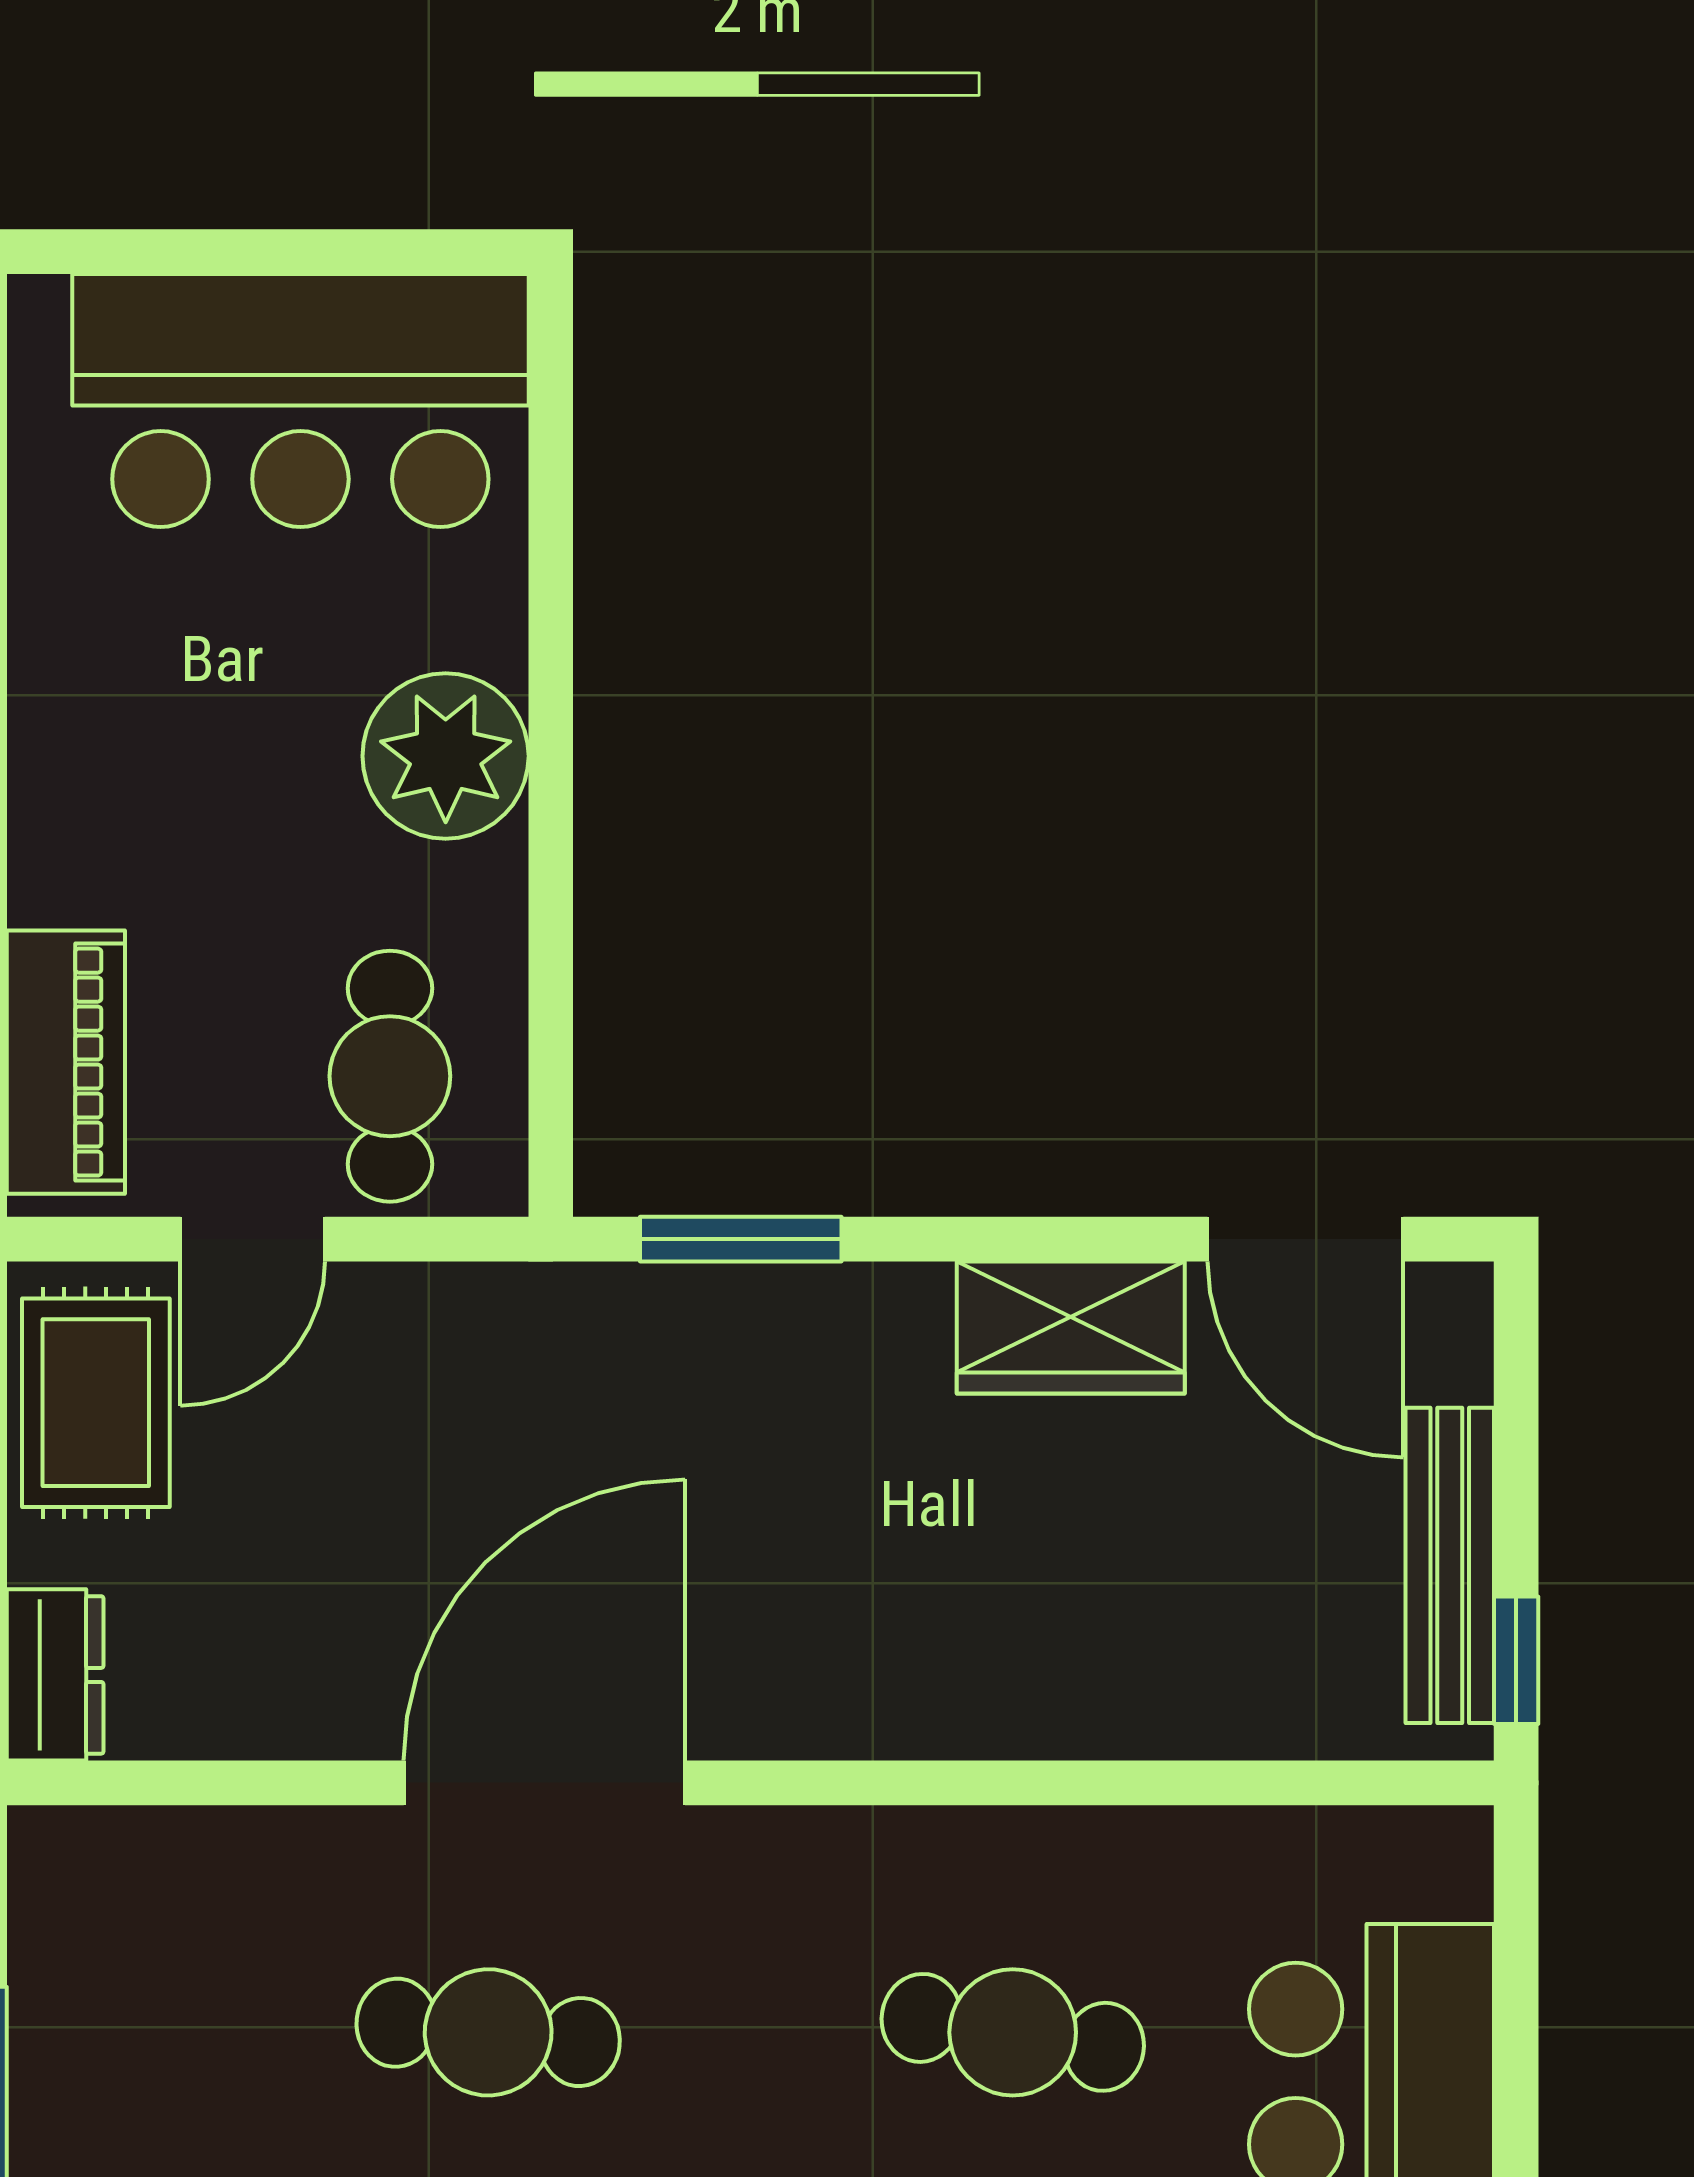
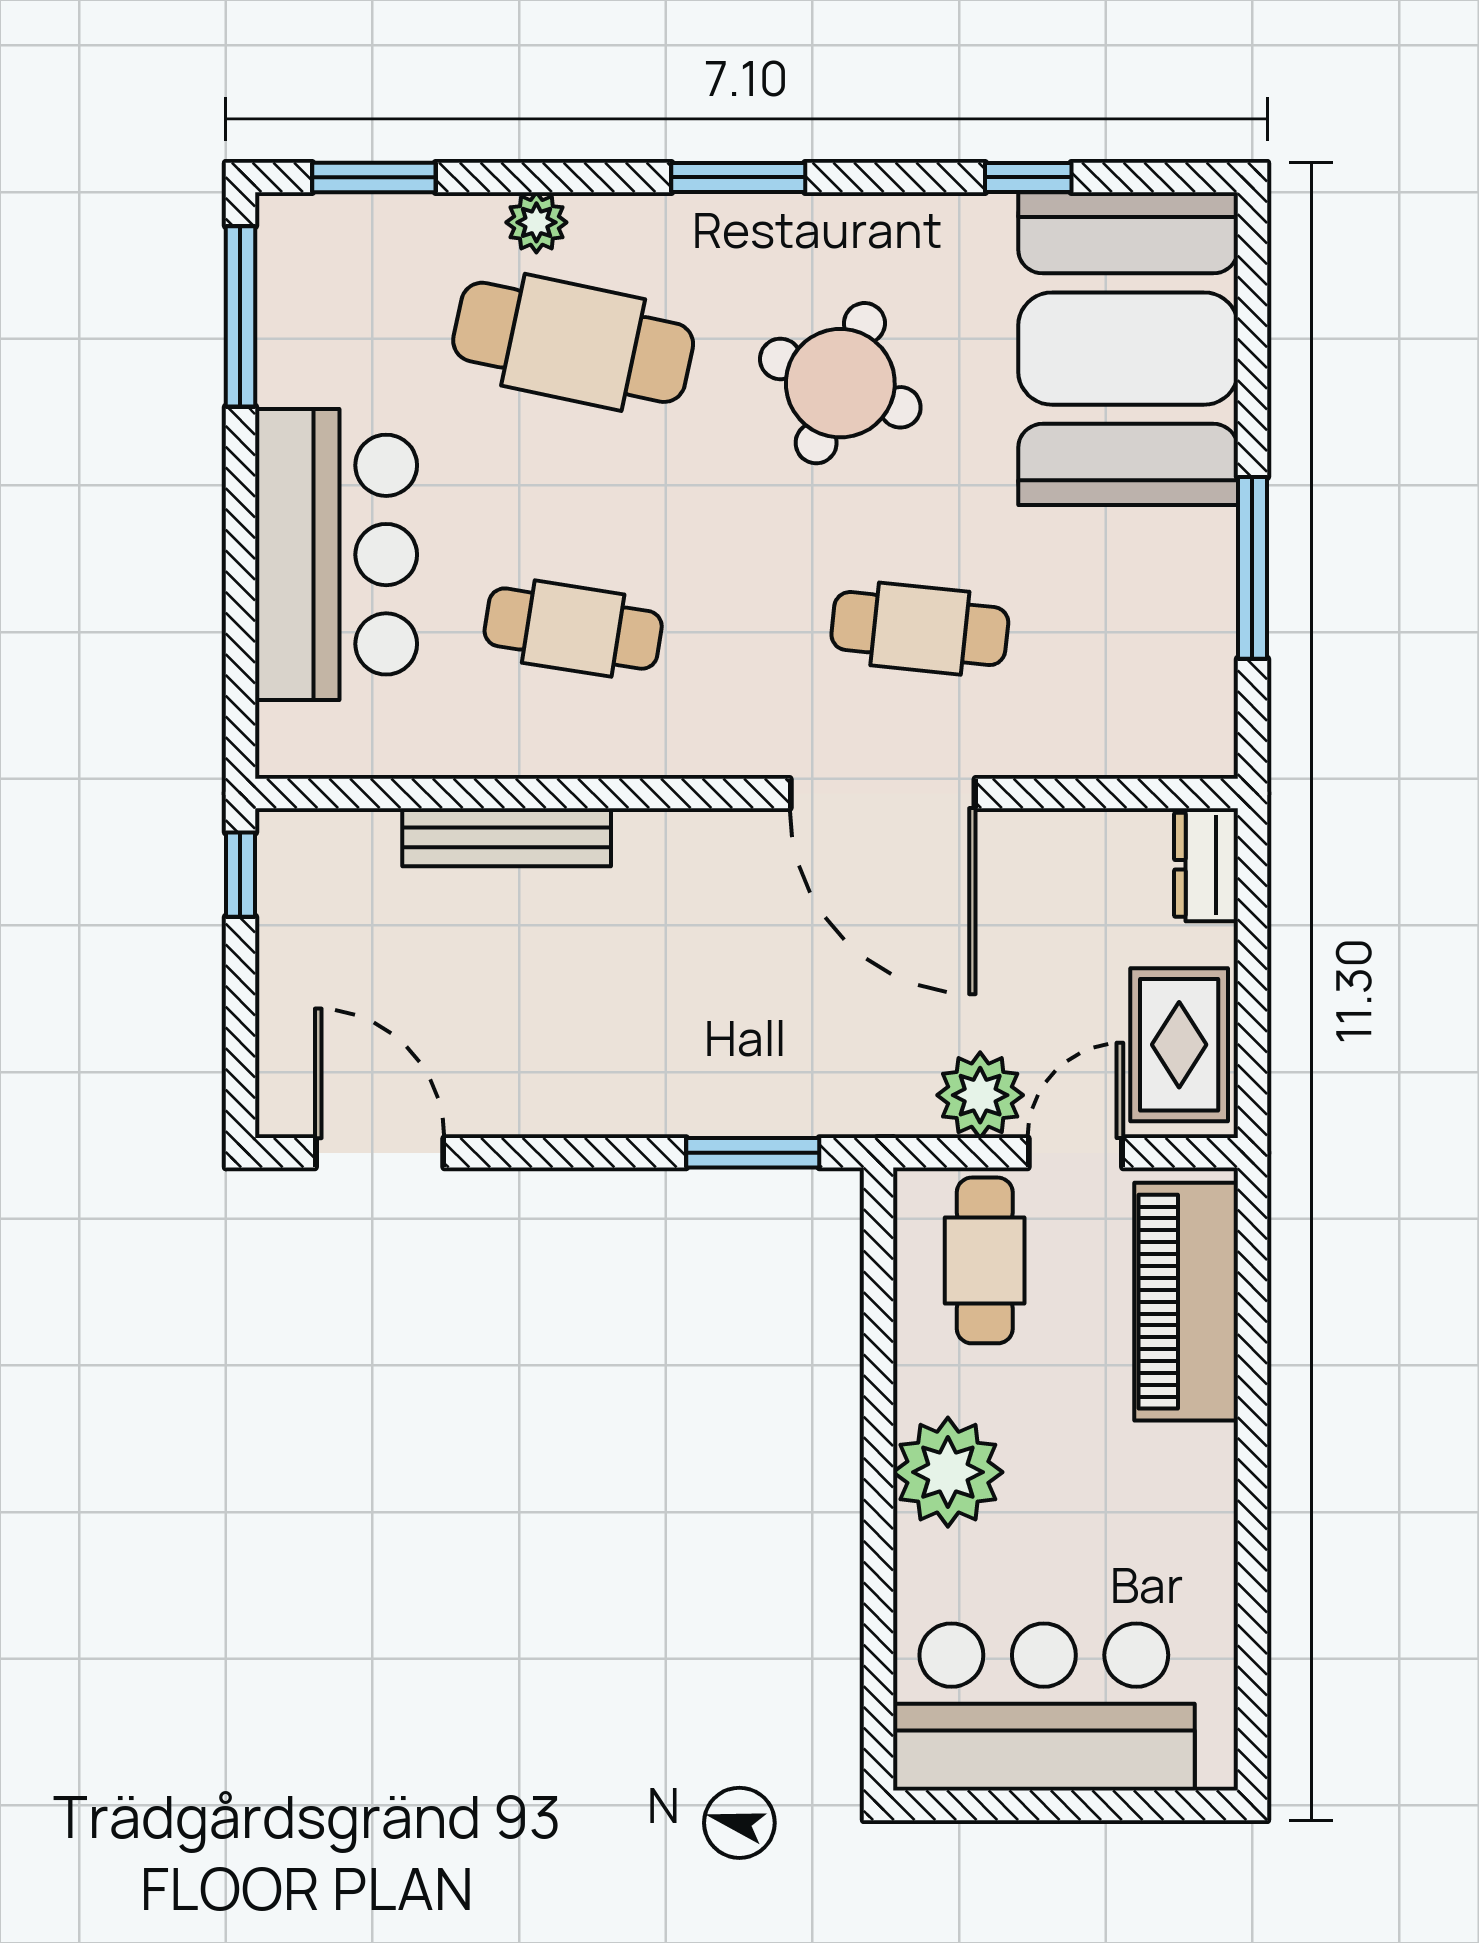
piano: (66, 1062) -> (1186, 1302), width x1.37, depth x1.33
plant: (397, 1326) -> (980, 1095), added
wardrobe: (1071, 1327) -> (535, 1094), removed
bench: (1450, 1565) -> (507, 837), moved, turned 90
door: (544, 1783) -> (883, 793), hinge flipped

